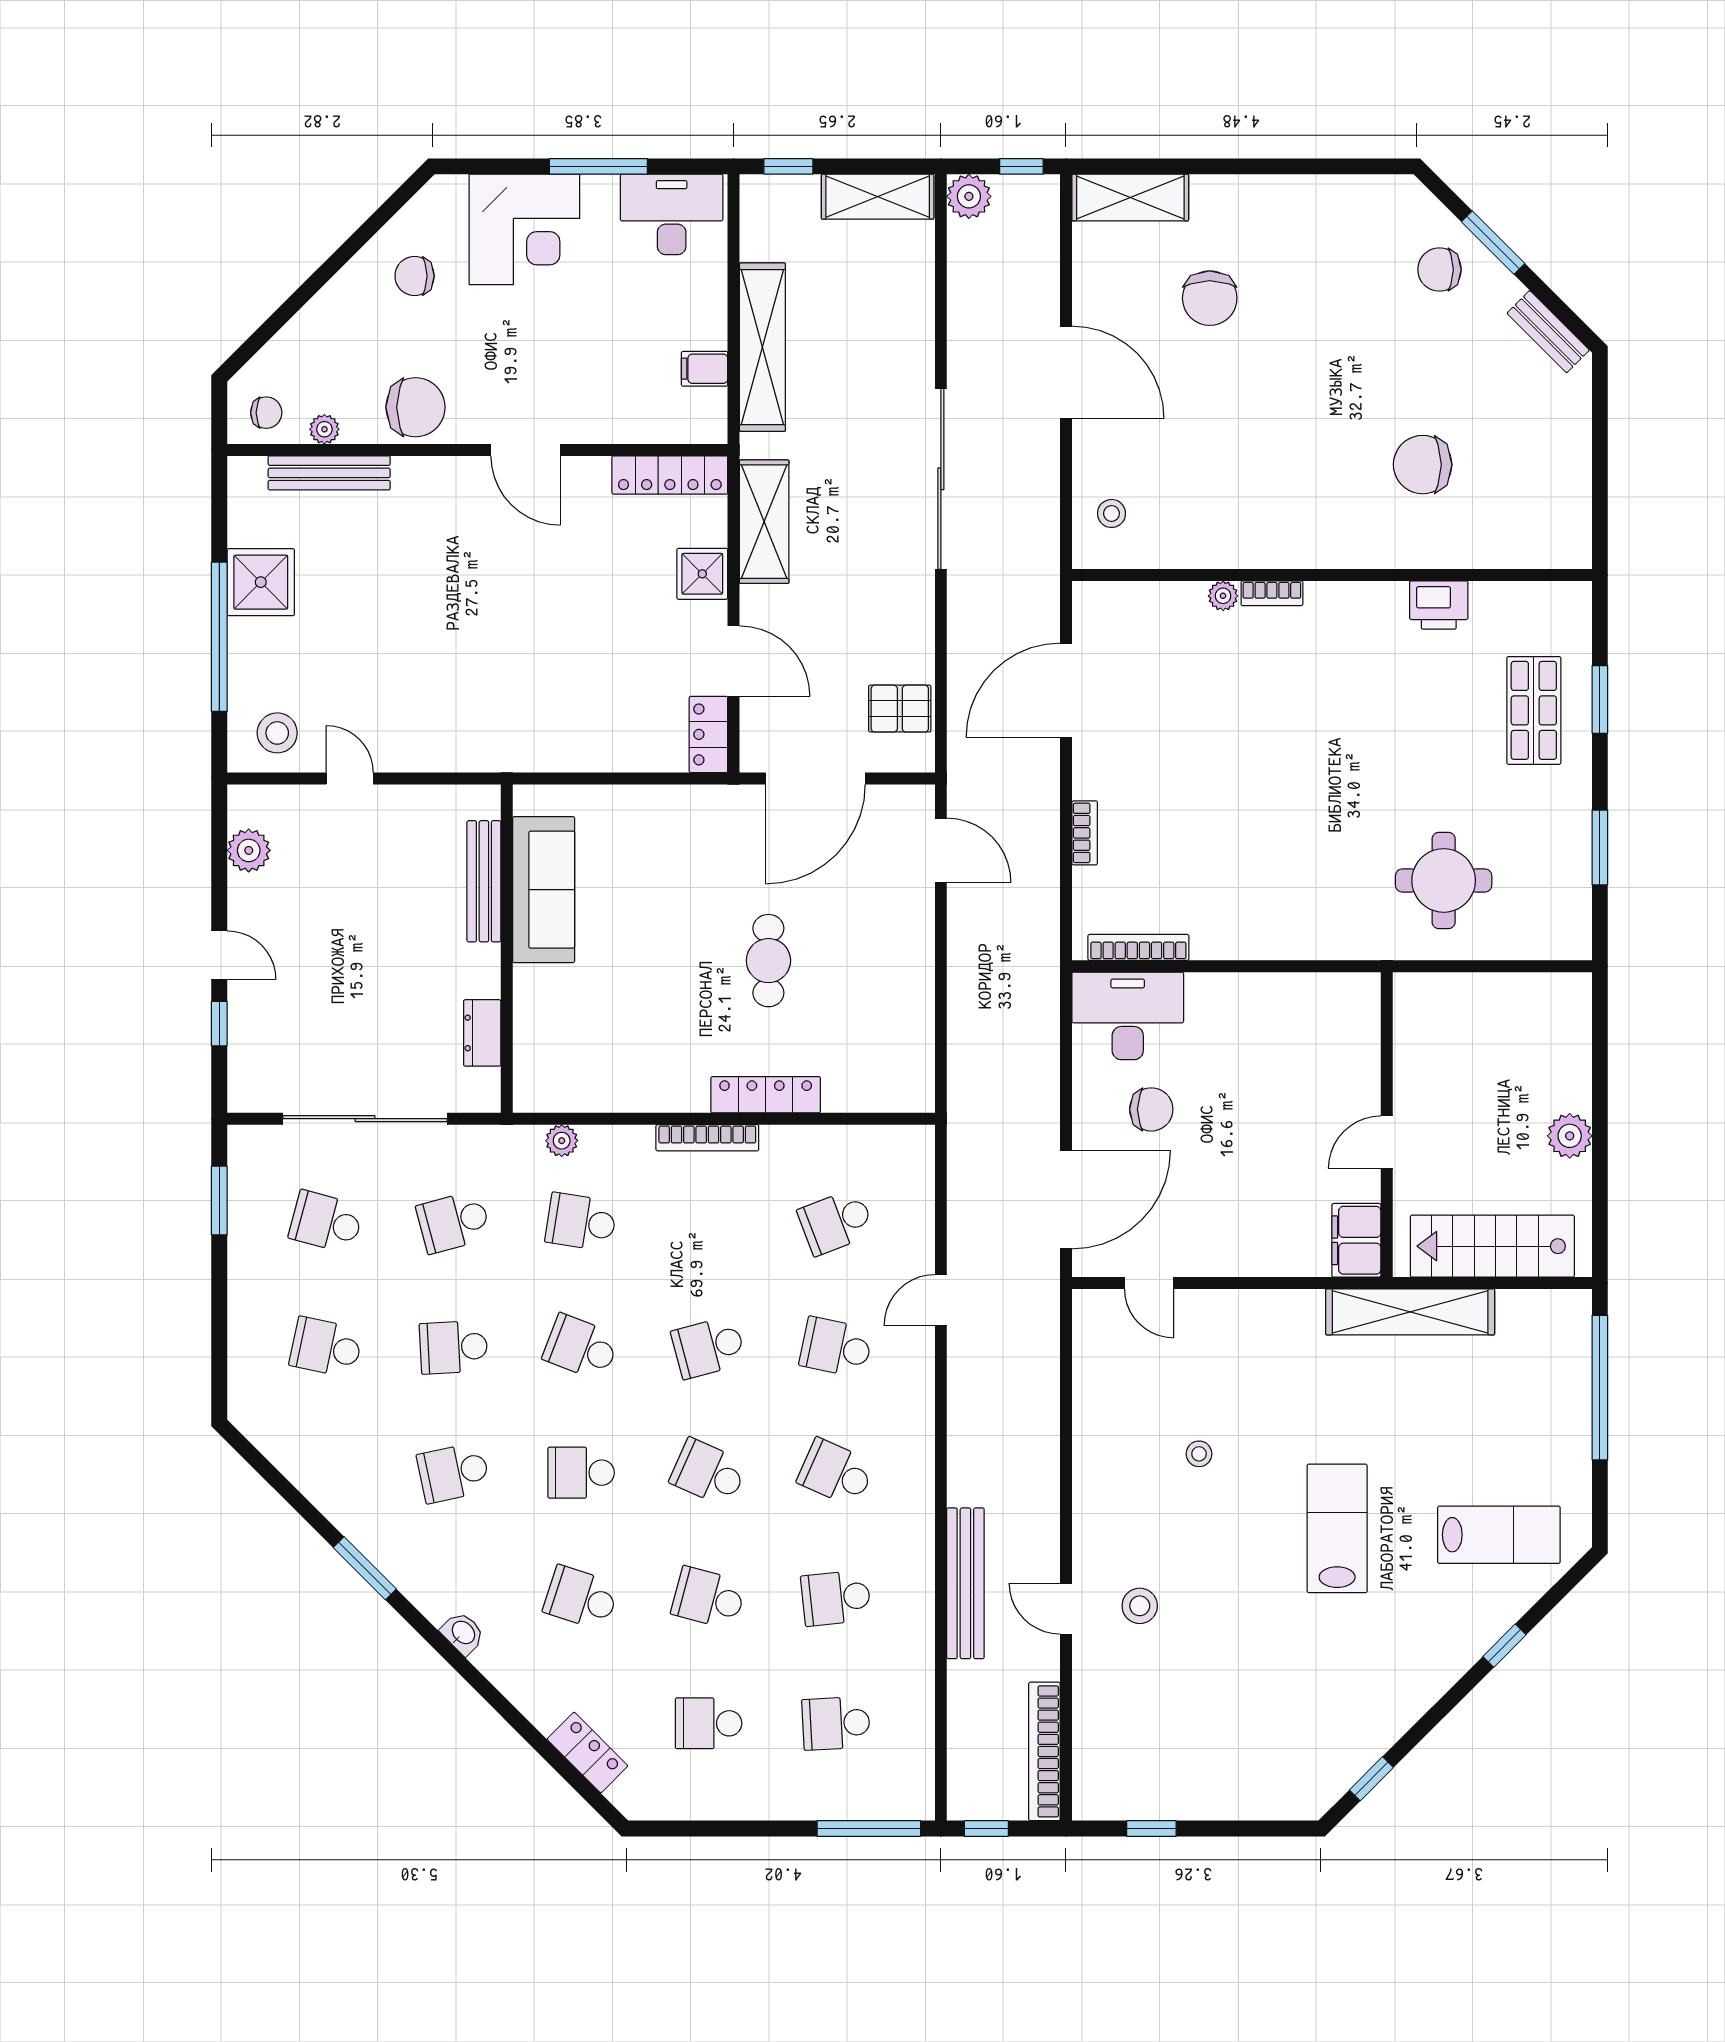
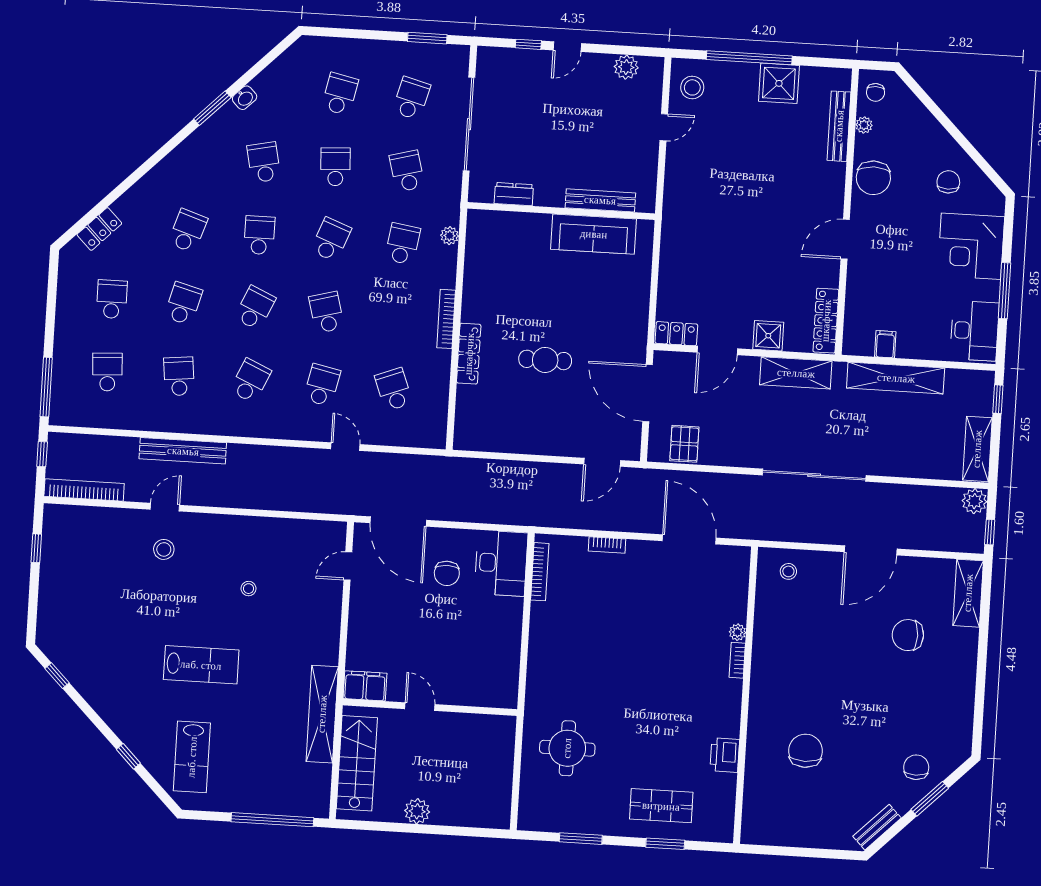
washbasin: (463, 1633) -> (245, 98), moved

